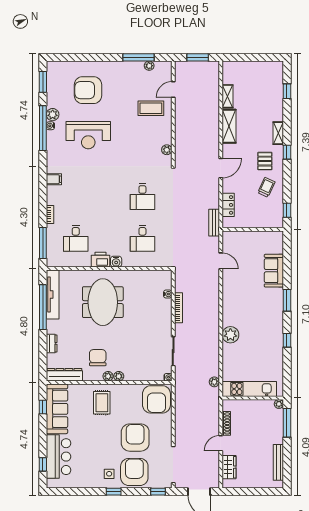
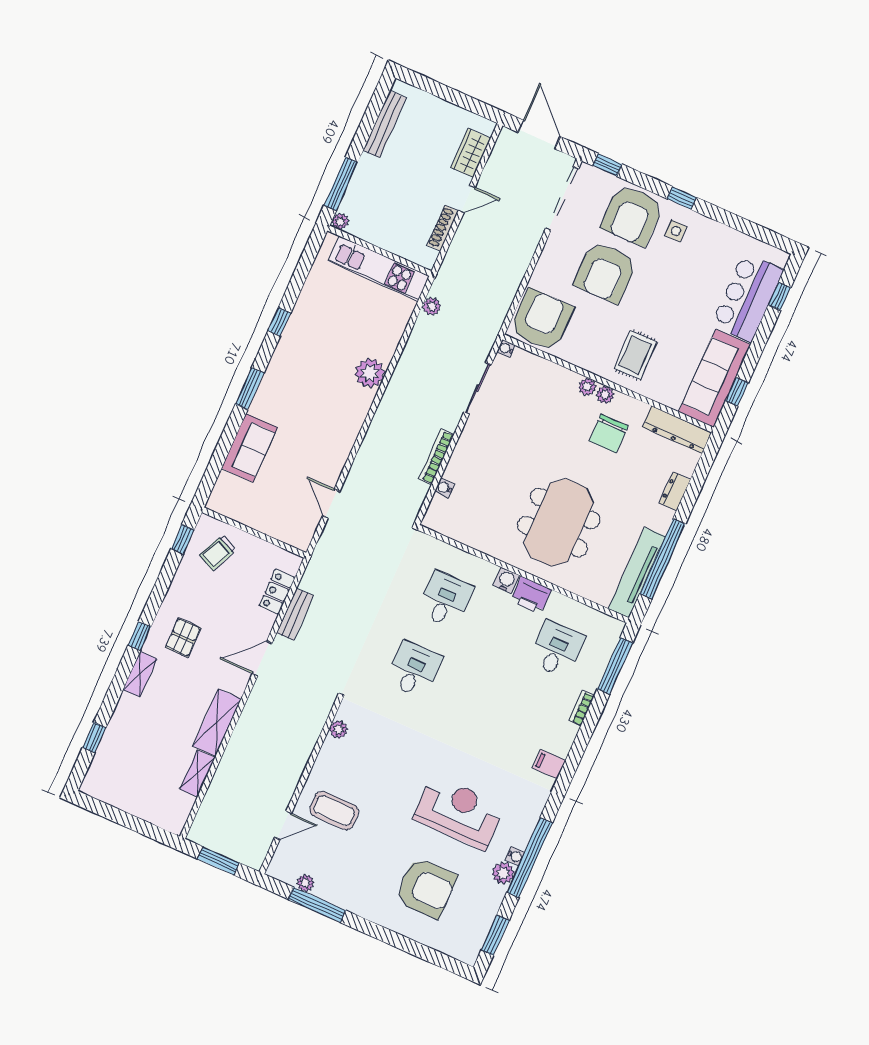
trolley: (266, 187) -> (218, 552), moved
bench: (214, 223) -> (295, 614), moved

